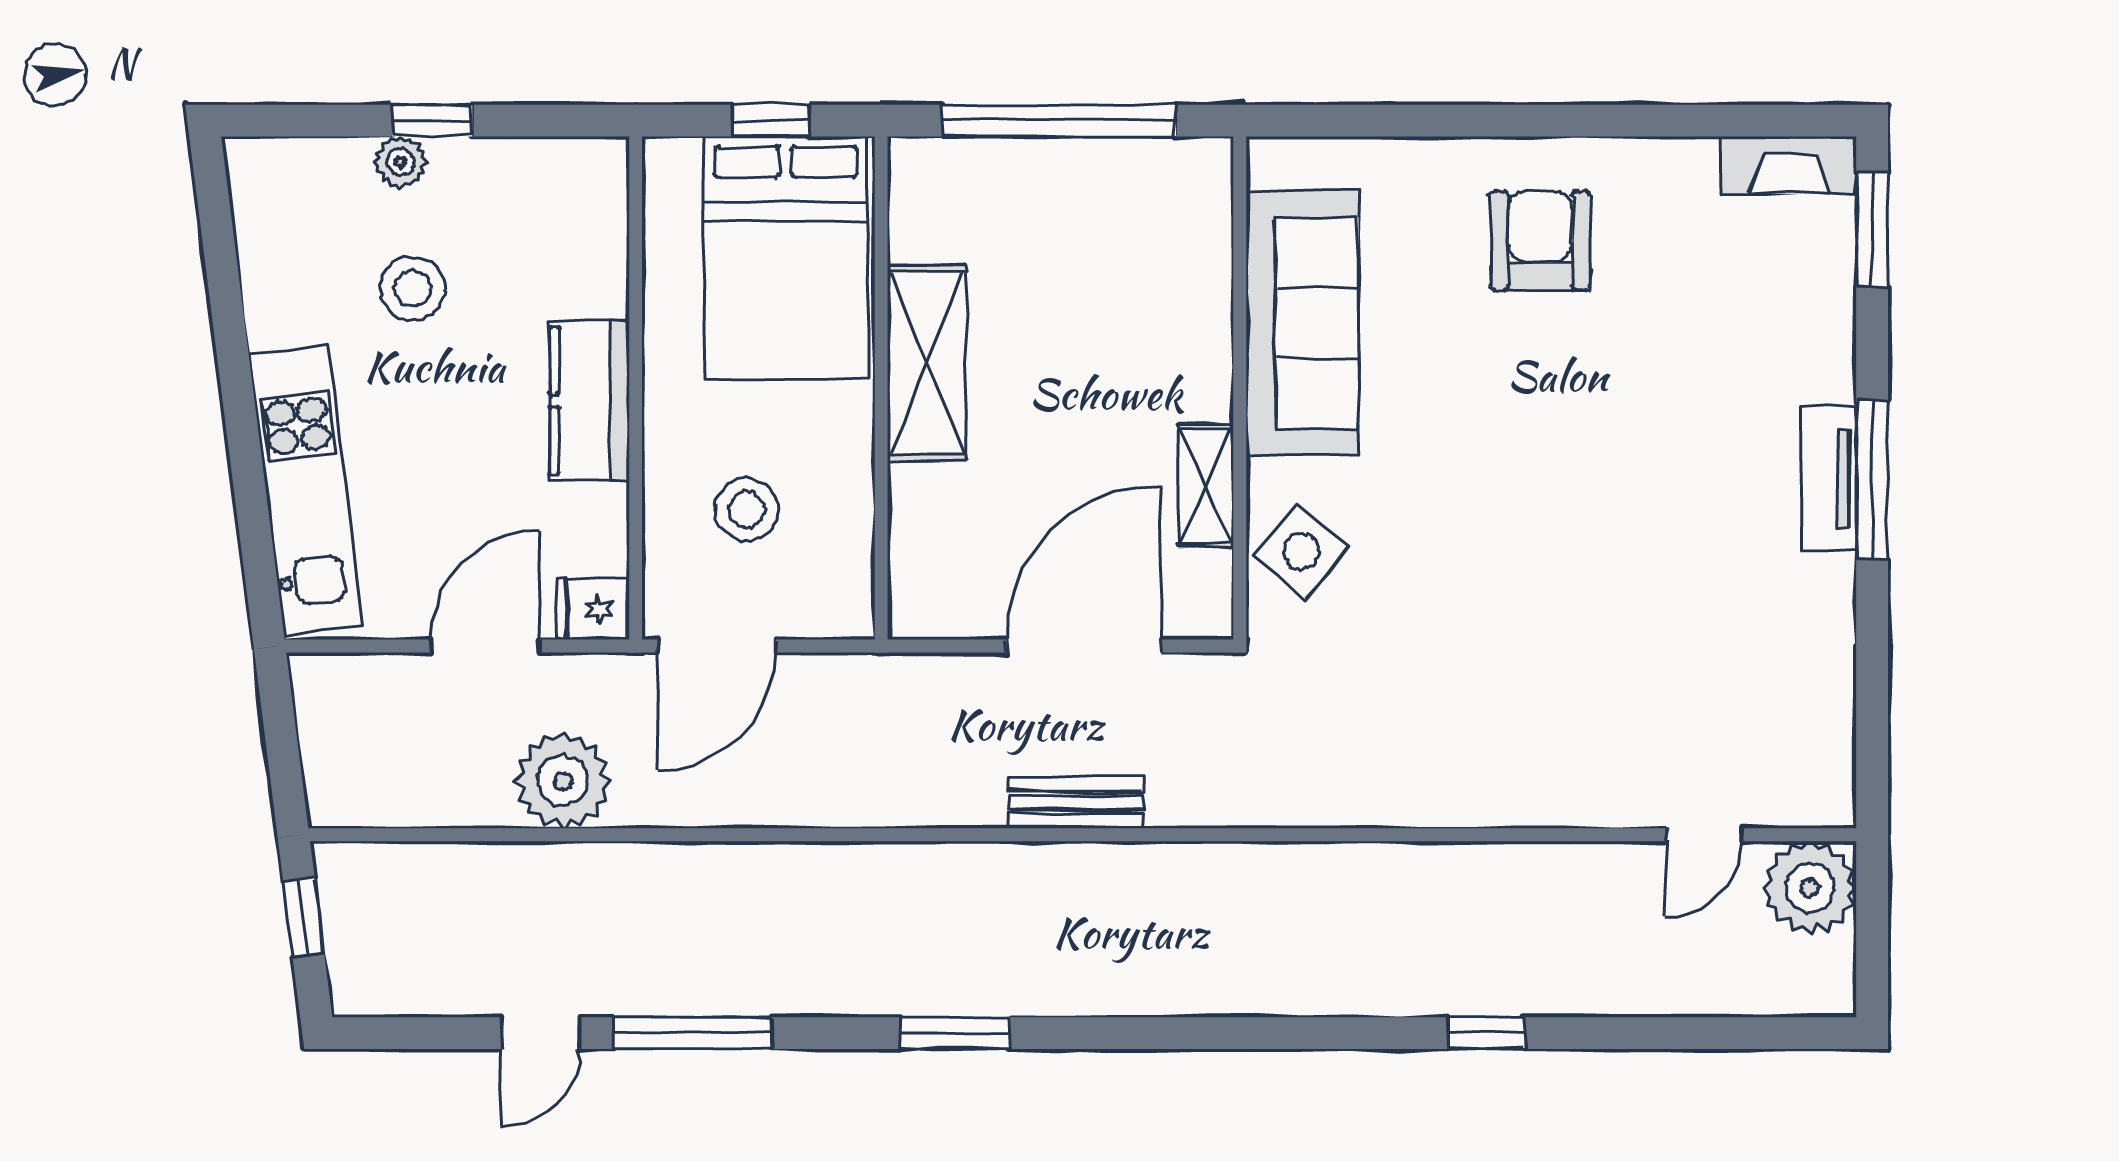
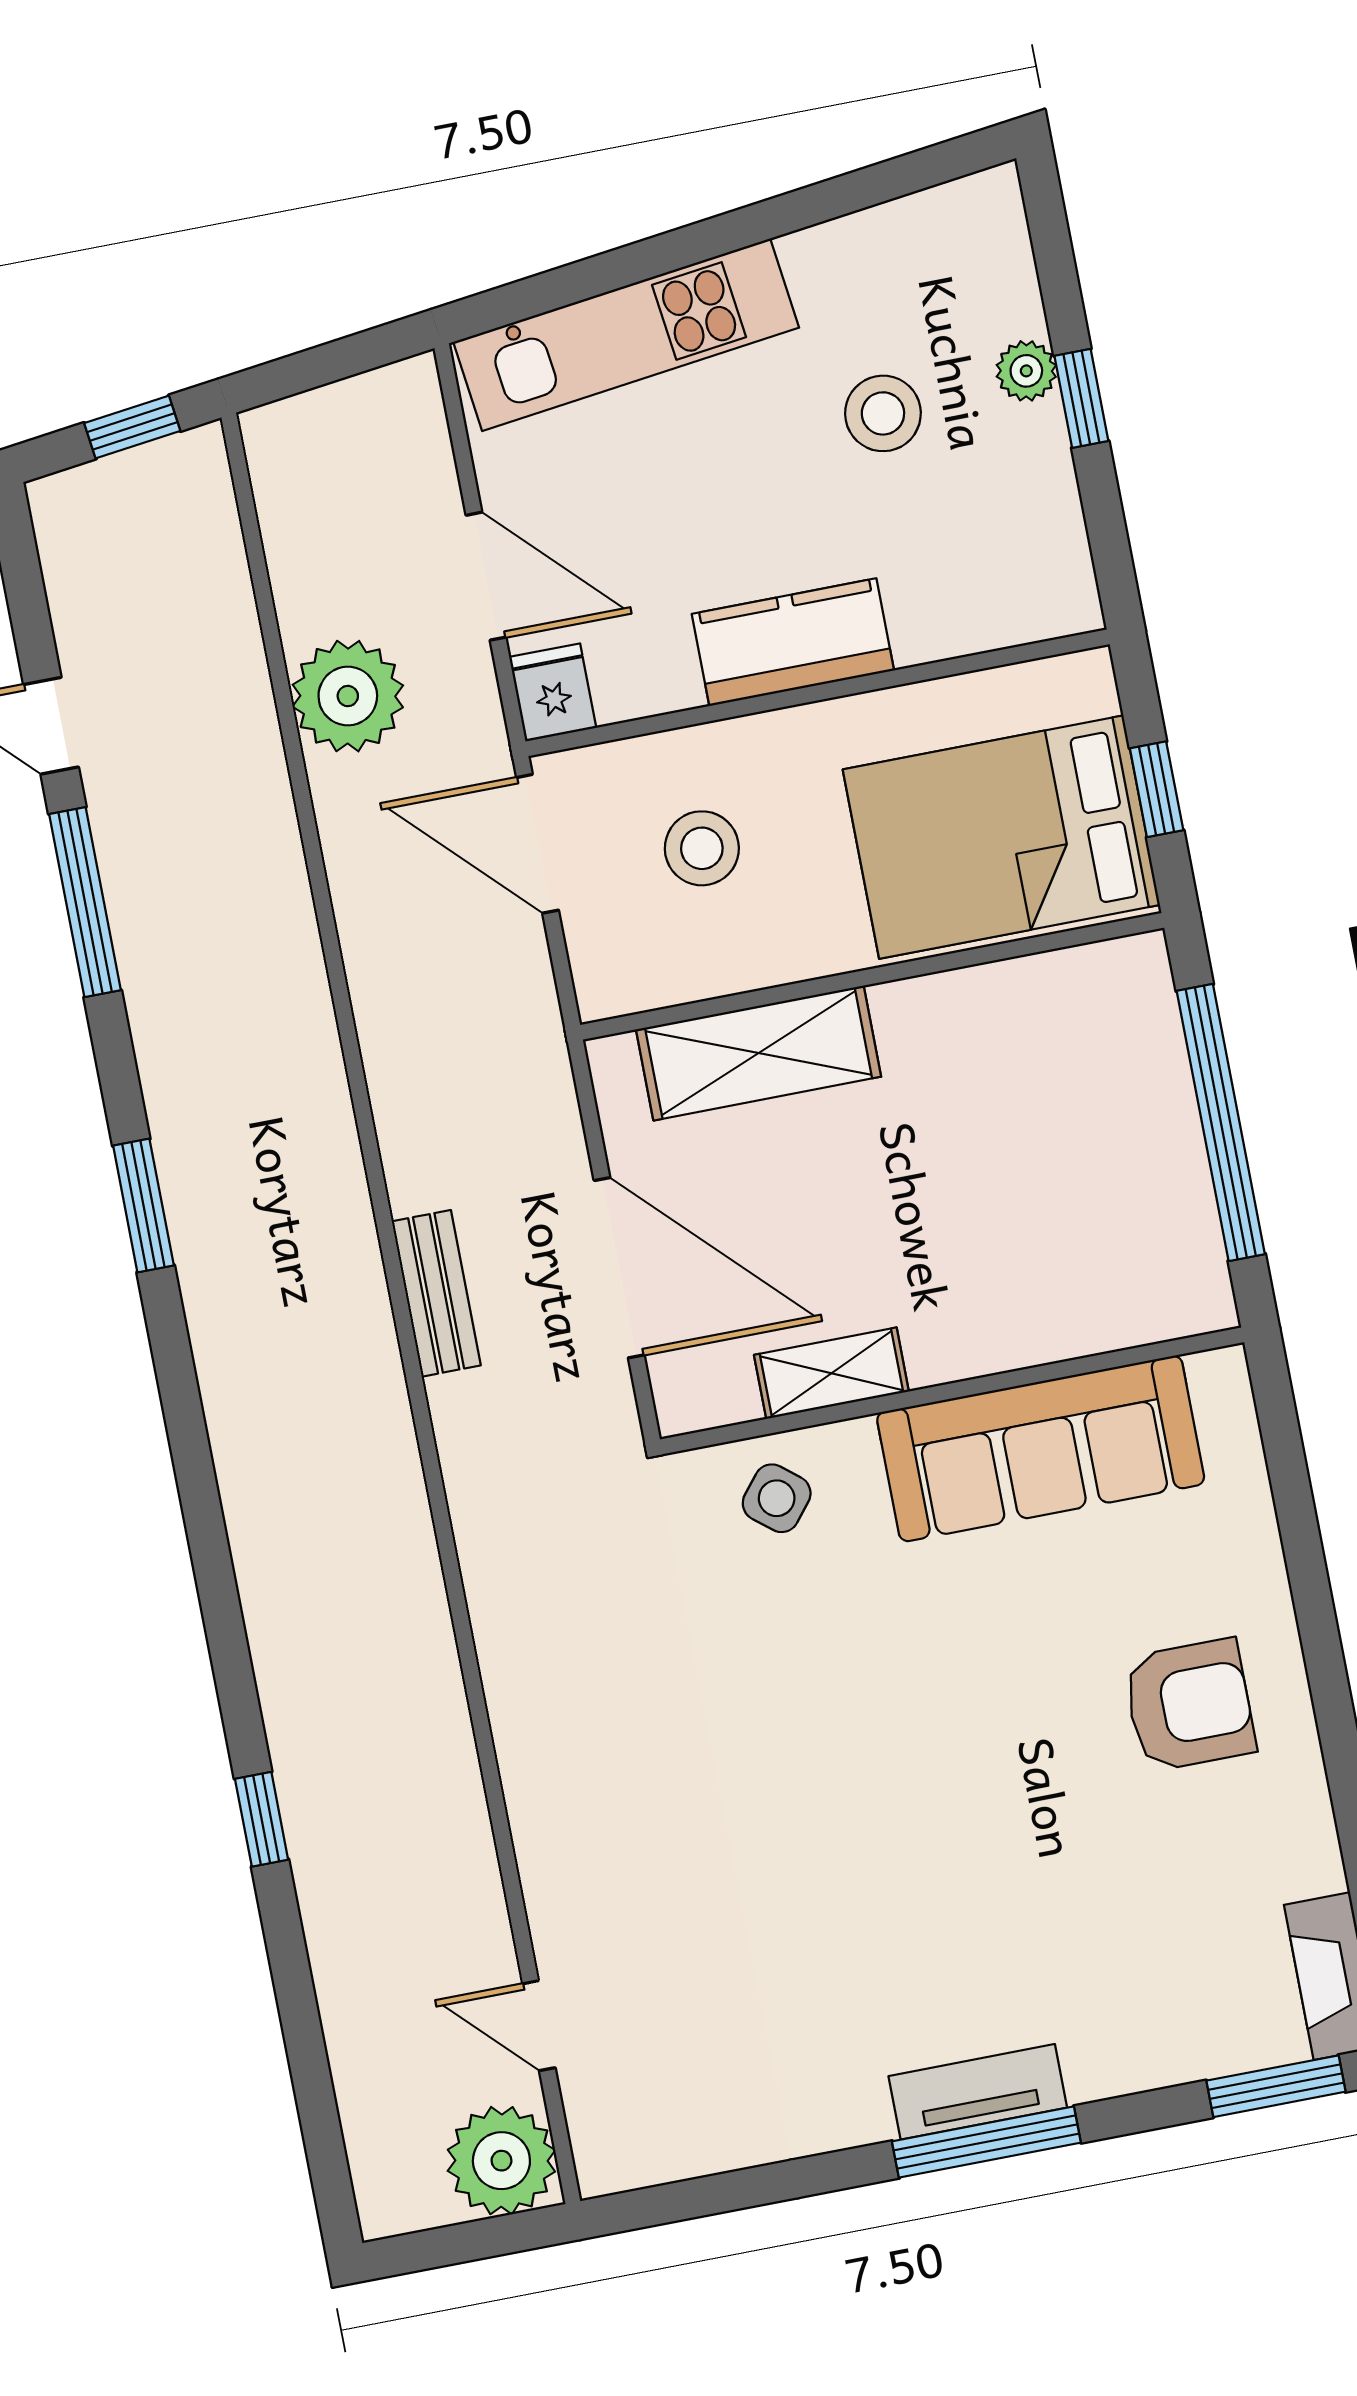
shelving: (927, 363) -> (759, 1053), moved
side table: (1301, 552) -> (777, 1498), width x0.73, depth x0.73

